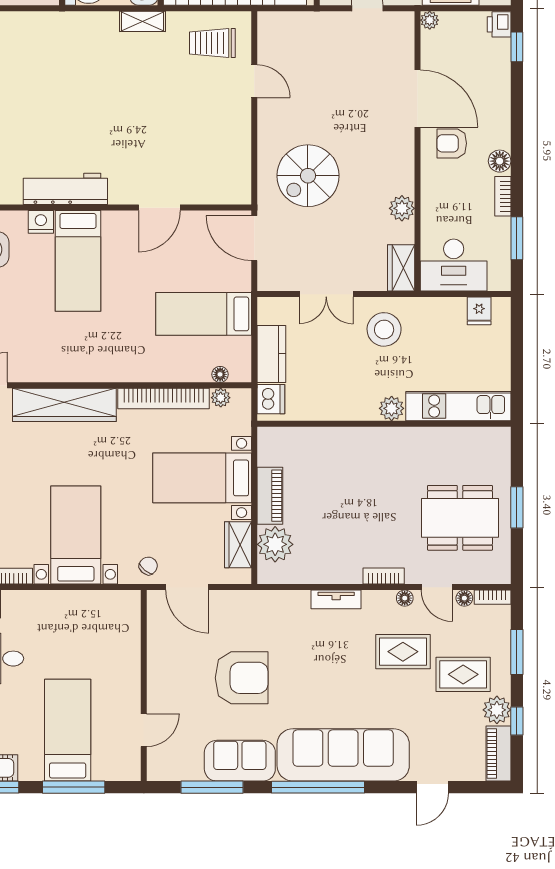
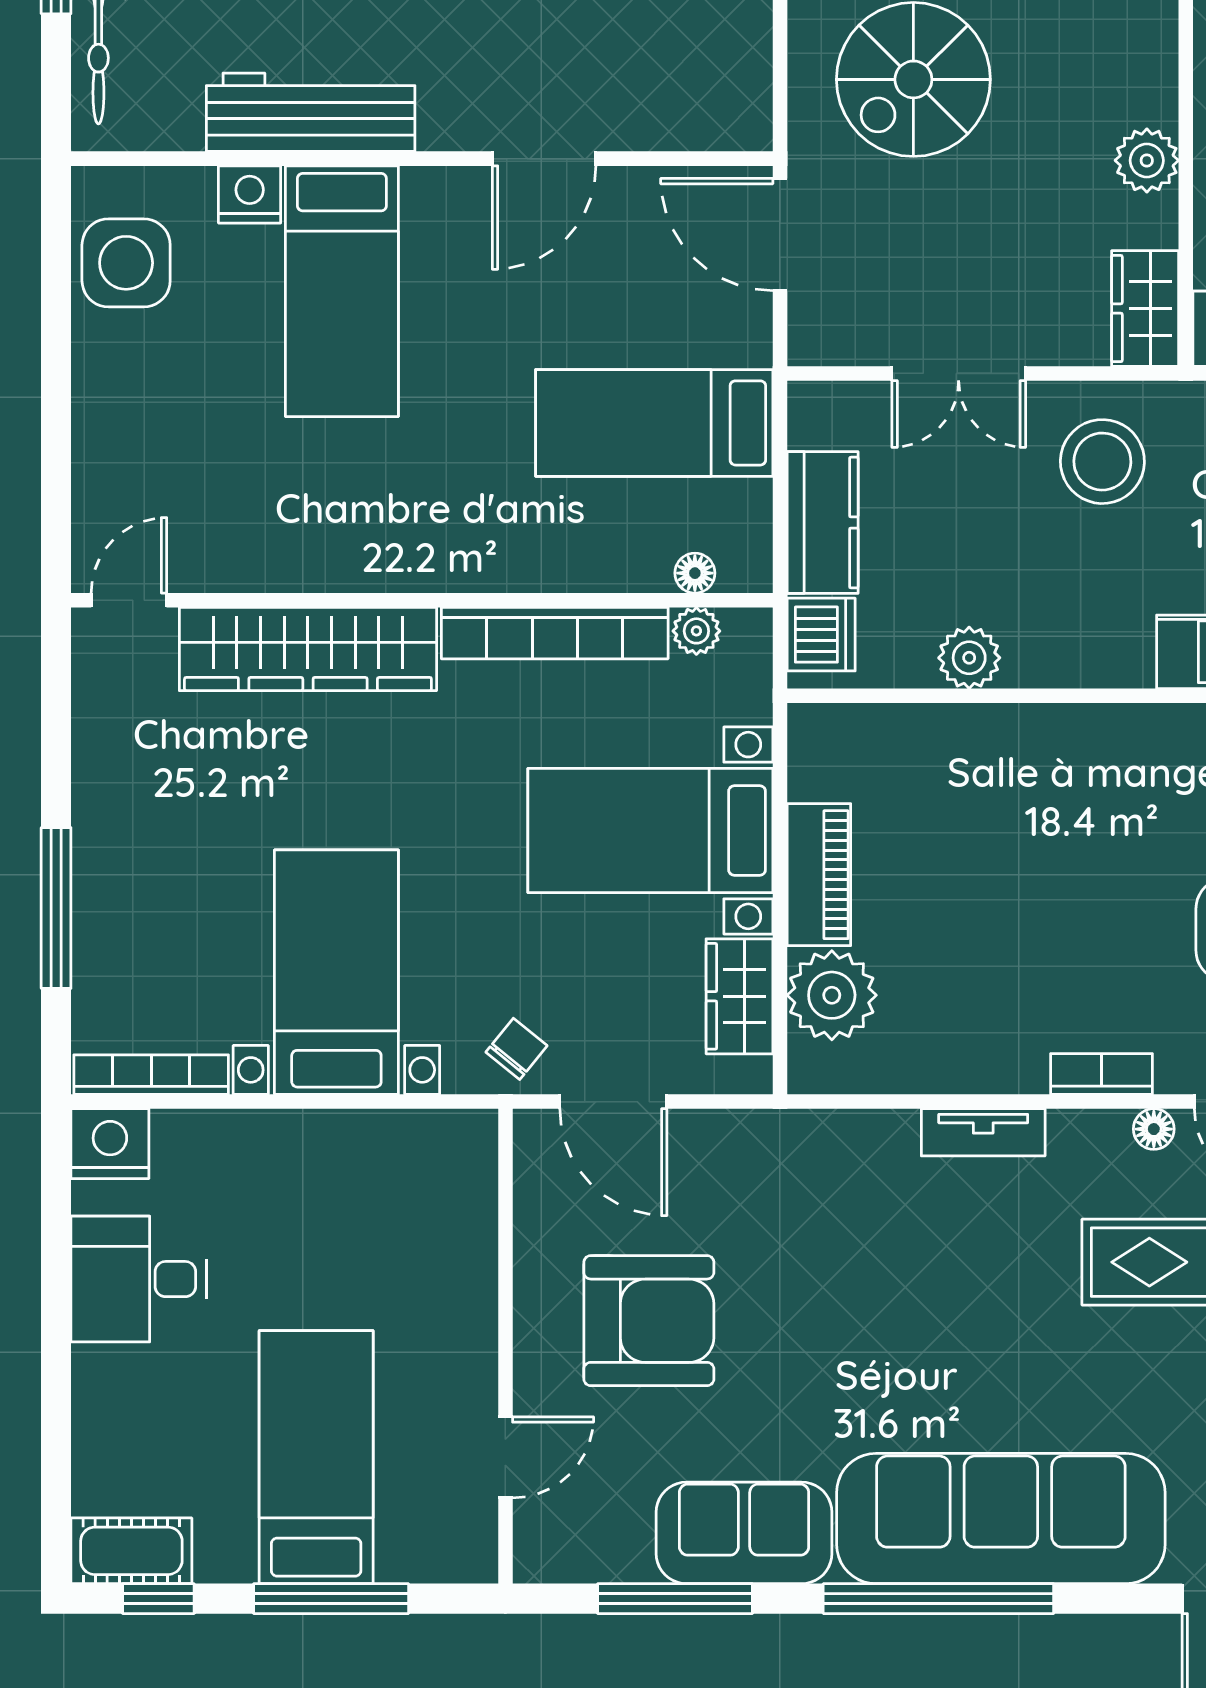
plant: (392, 408) -> (969, 658), moved
armchair: (242, 678) -> (649, 1321), moved

